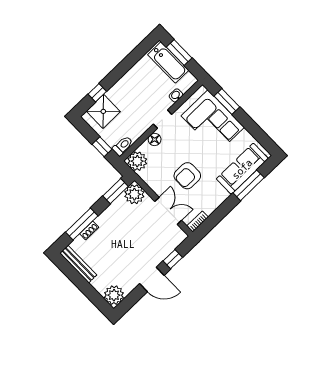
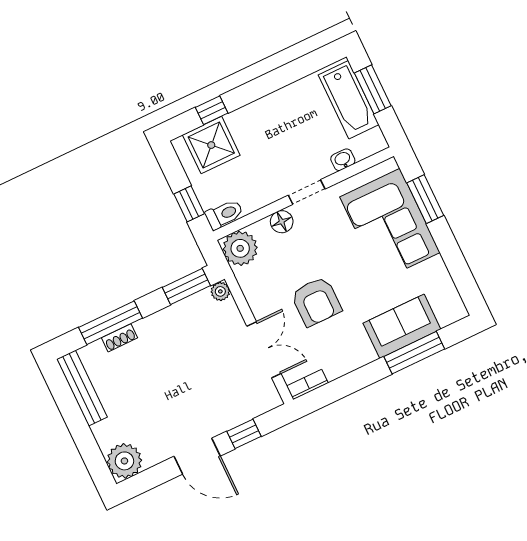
sofa: (242, 169) -> (402, 326), width x0.73
armchair: (187, 176) -> (316, 301), turned -90
plant: (134, 194) -> (220, 291), width x0.53, depth x0.53

